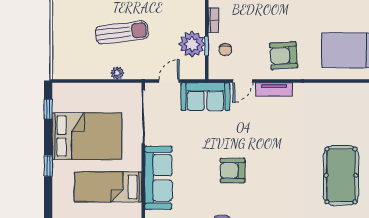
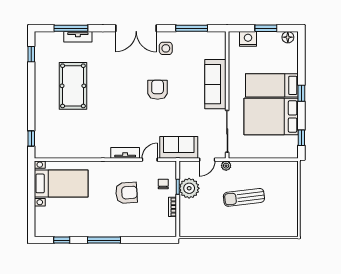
armchair: (284, 56) -> (126, 193), moved
plant: (117, 73) -> (226, 166), moved
armchair: (233, 171) -> (158, 90), turned -90
bed: (108, 187) -> (272, 85), moved, turned 180

